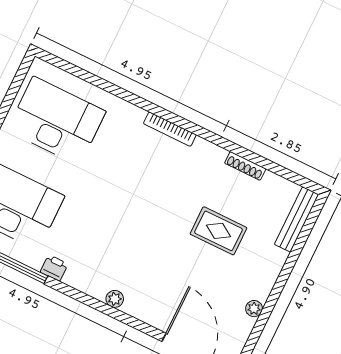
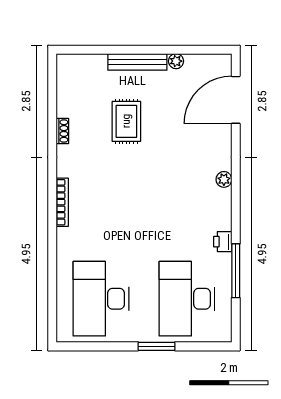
shoe rack: (245, 166) -> (62, 131), width x0.70
bench: (297, 219) -> (137, 62), moved

